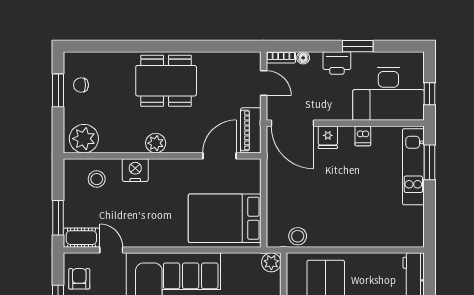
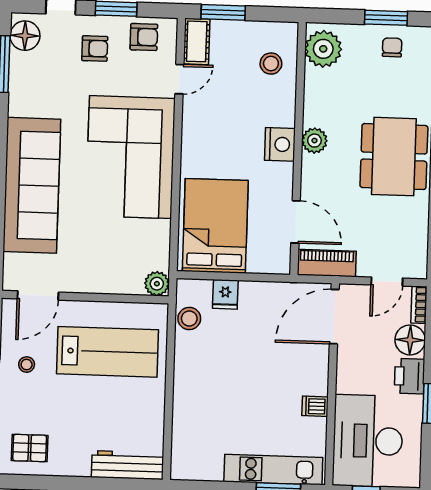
floor lamp: (303, 58) -> (410, 340), width x1.89, depth x1.89
fridge: (328, 137) -> (225, 294), moved, turned -90
nightstand: (135, 170) -> (280, 144), moved

